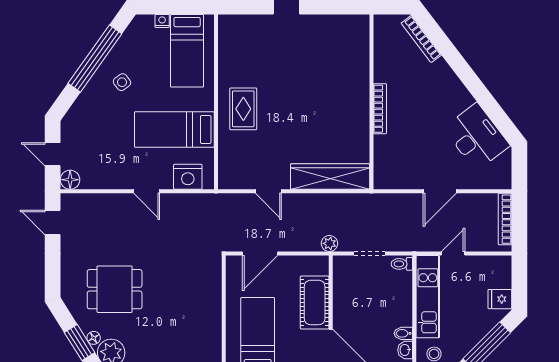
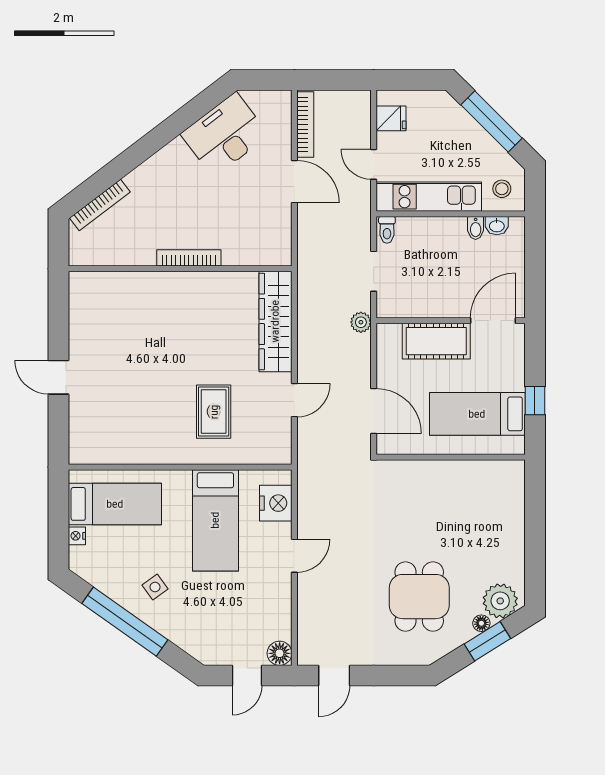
rug: (243, 109) -> (214, 412), moved, turned 90
bookcase: (505, 219) -> (305, 125), moved, turned -90
fridge: (500, 299) -> (391, 118), moved, turned -90

